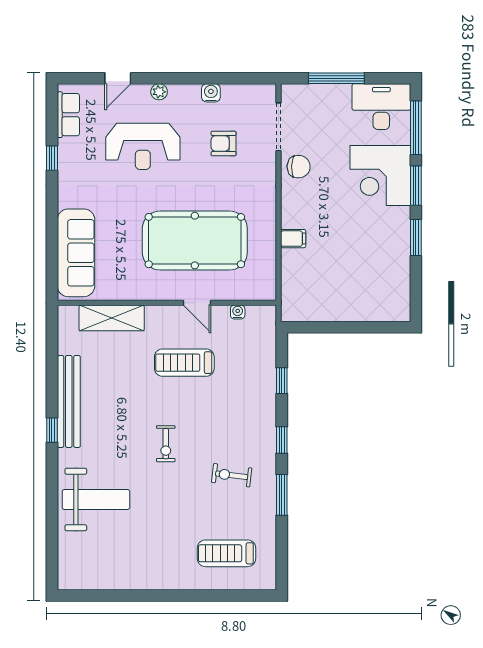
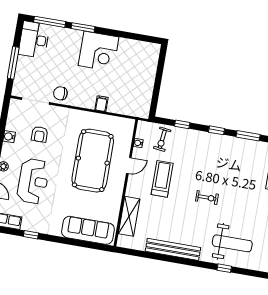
chair: (299, 167) -> (60, 93), turned -92
corner desk: (380, 176) -> (98, 51), moved
window: (416, 238) -> (113, 33), removed
treadmill: (184, 363) -> (162, 179), turned 180
window: (52, 430) -> (224, 268), moved
exercise bike: (232, 475) -> (162, 139), moved
weight bench: (96, 500) -> (232, 243), turned 90

